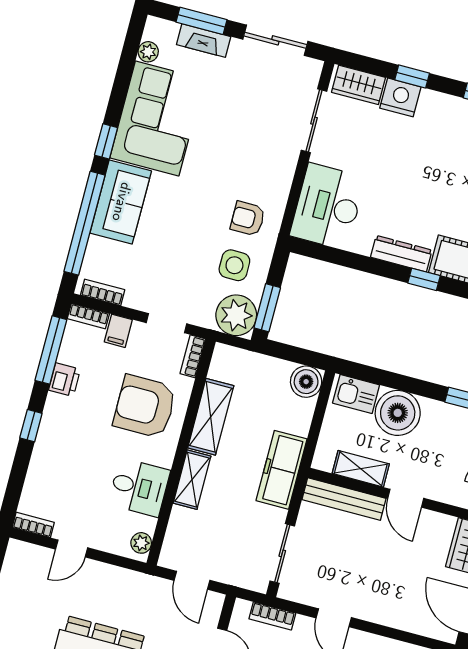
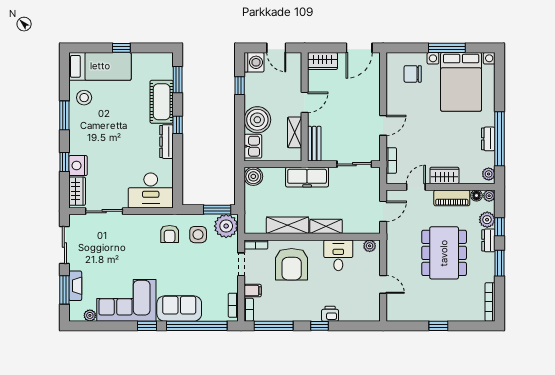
printer: (64, 380) -> (330, 314), moved
bench: (344, 499) -> (314, 144), width x0.73
bookcase: (33, 525) -> (375, 310), removed

